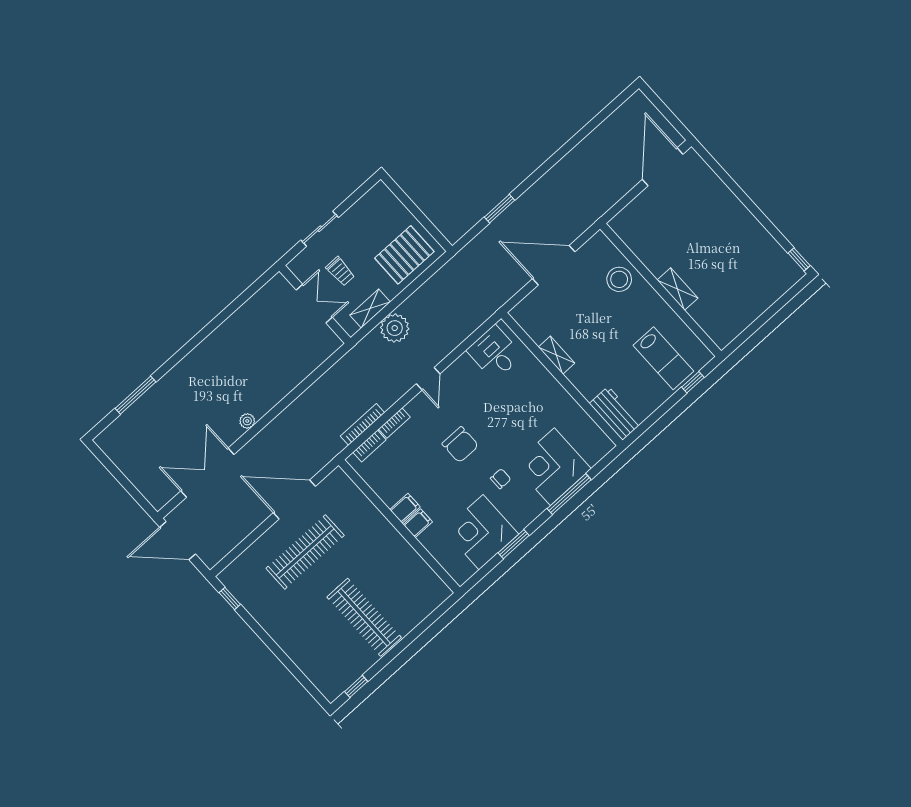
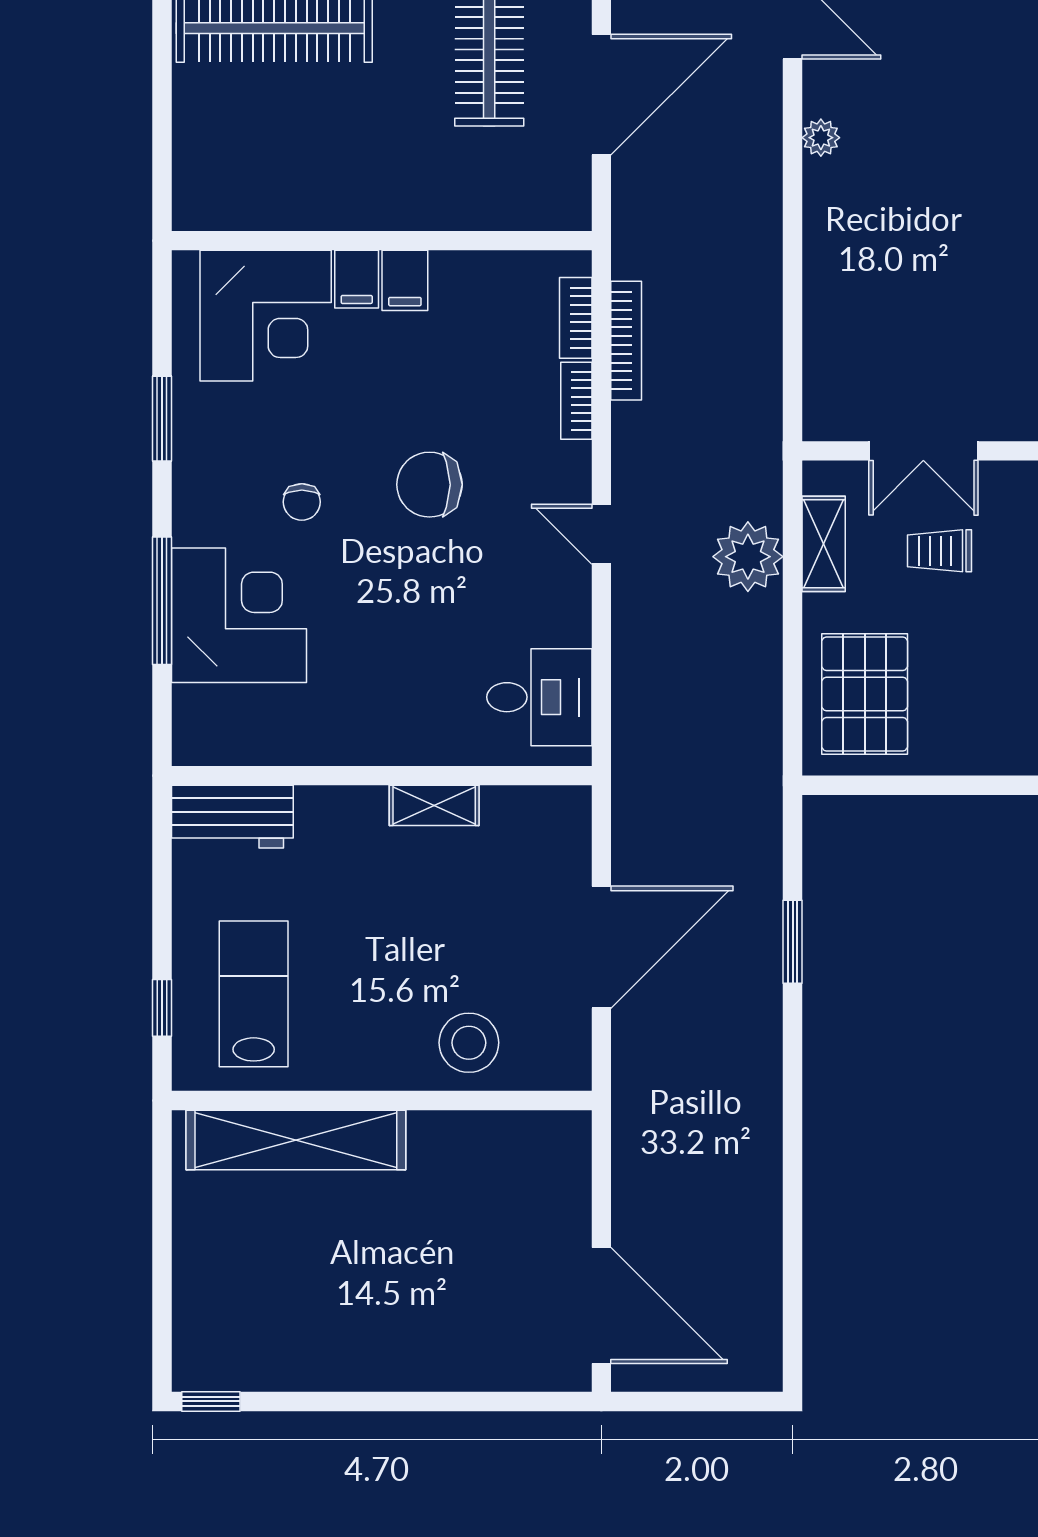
shelving: (678, 289) -> (296, 1140), width x2.20, depth x1.33
lab bench: (663, 358) -> (254, 994), turned 90
corner desk: (481, 532) -> (266, 316), moved, turned 90

